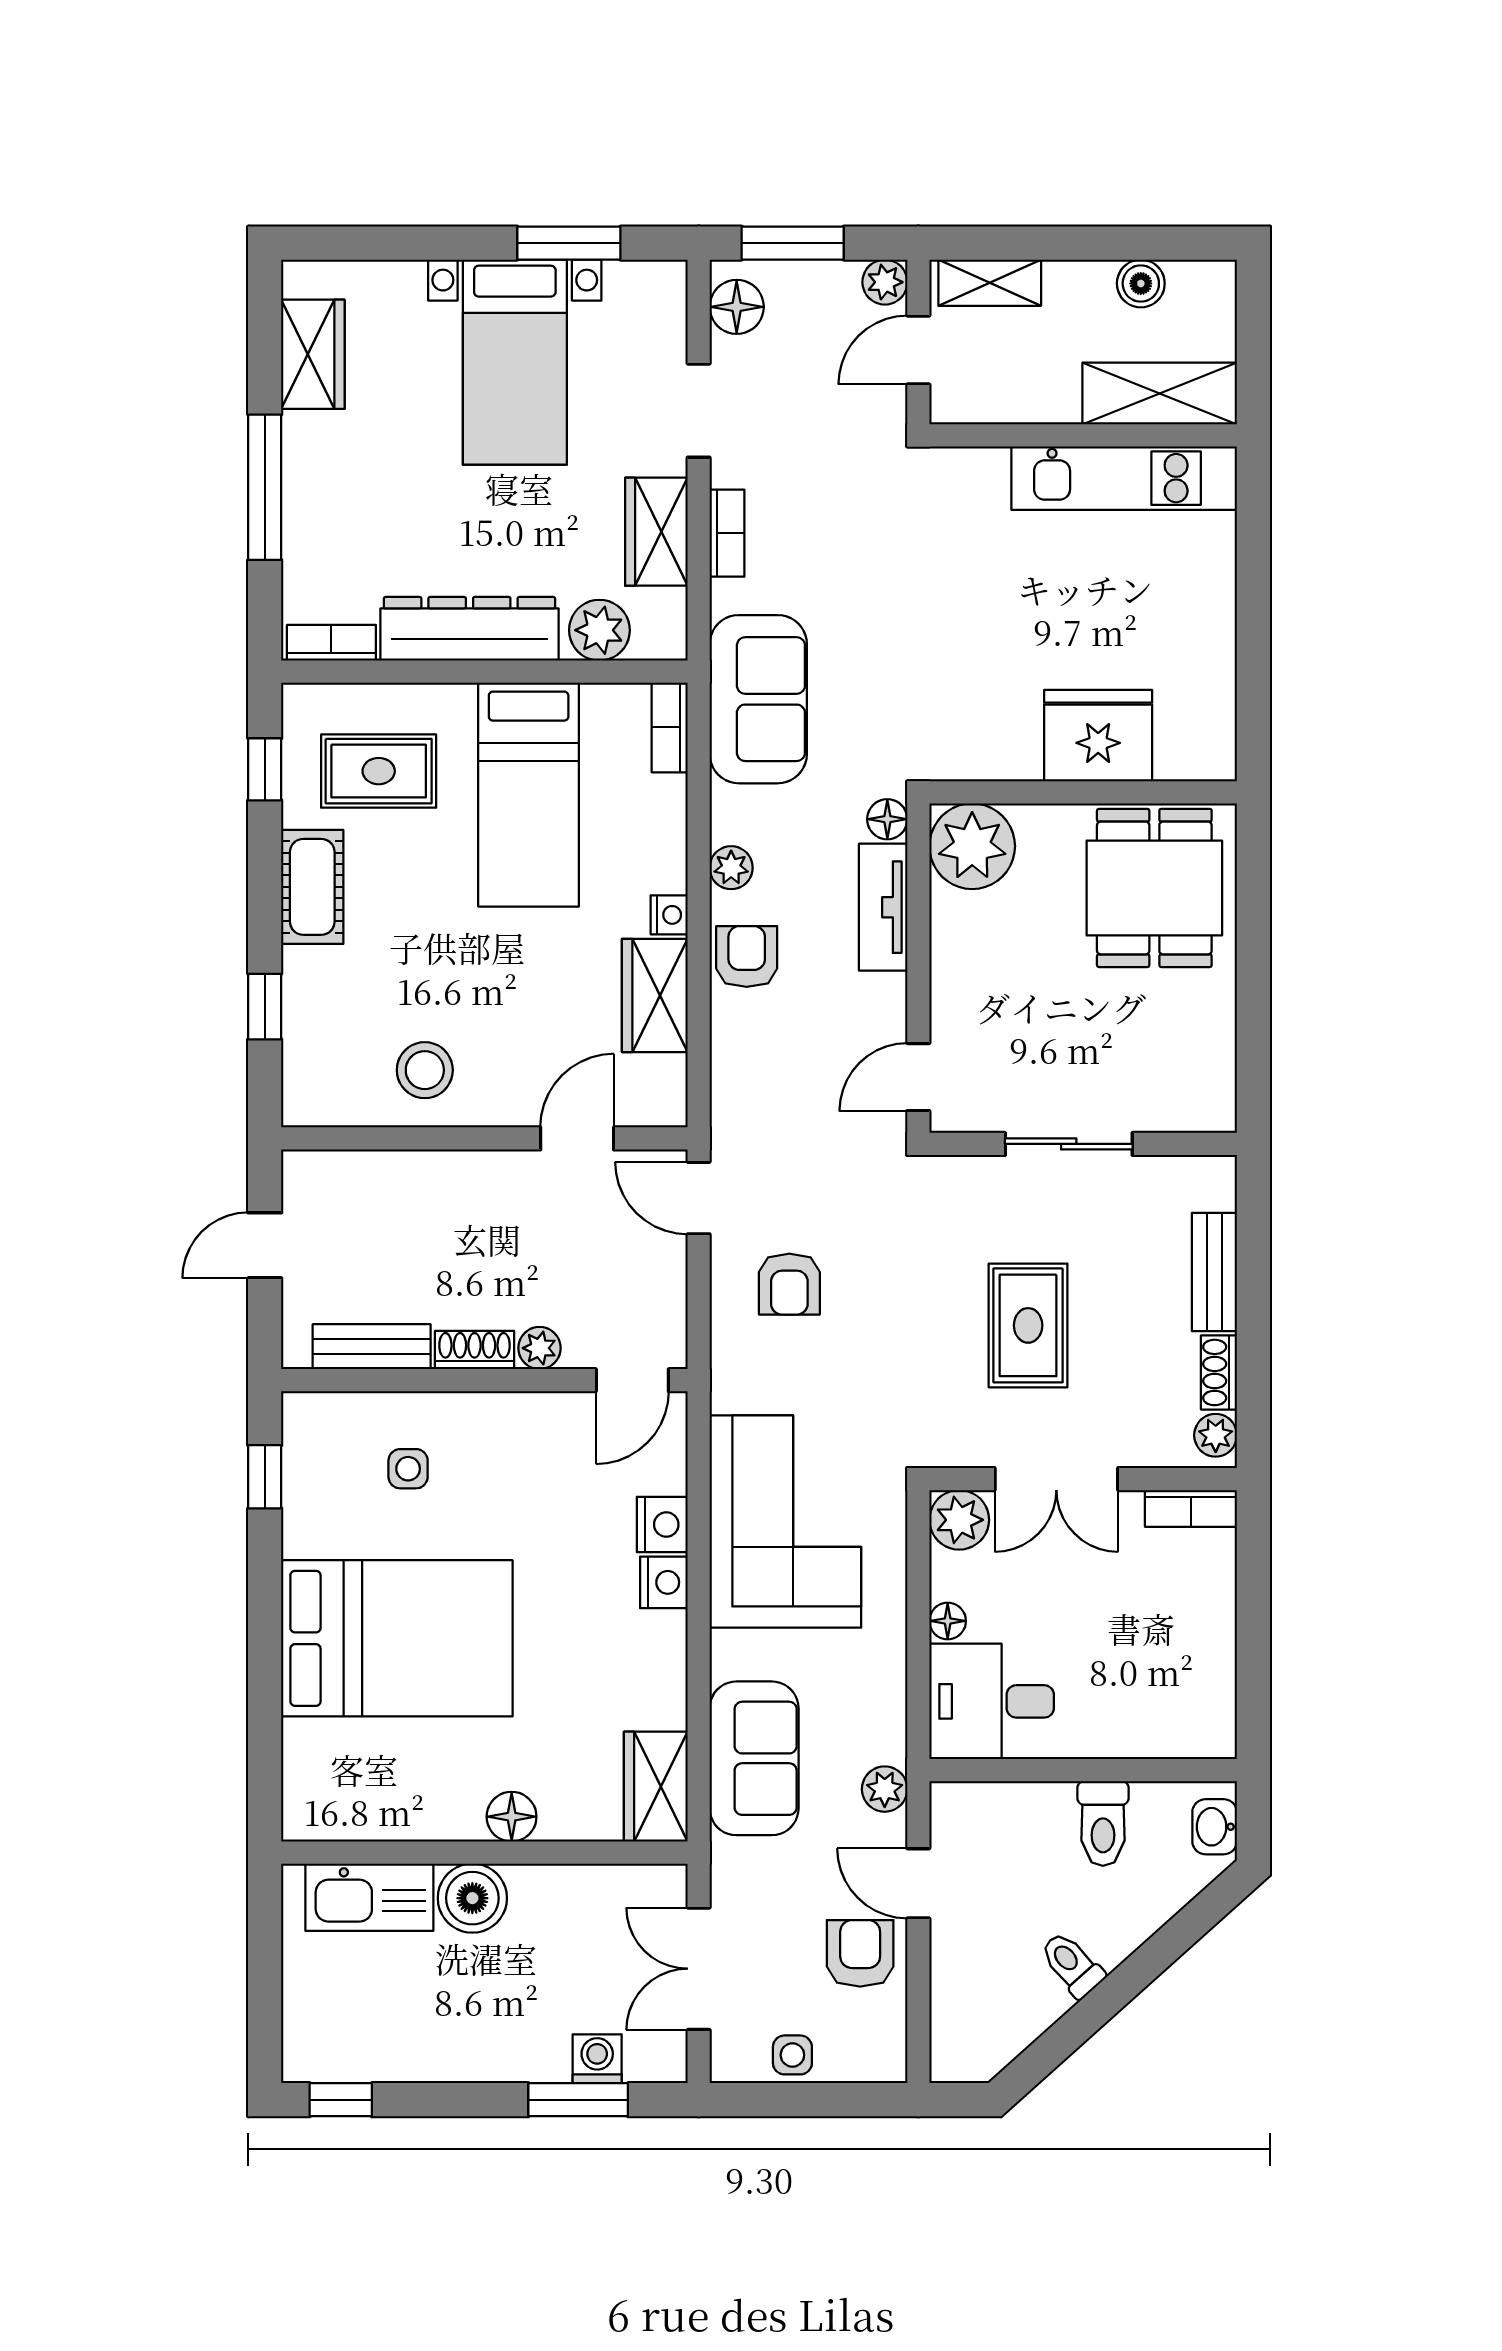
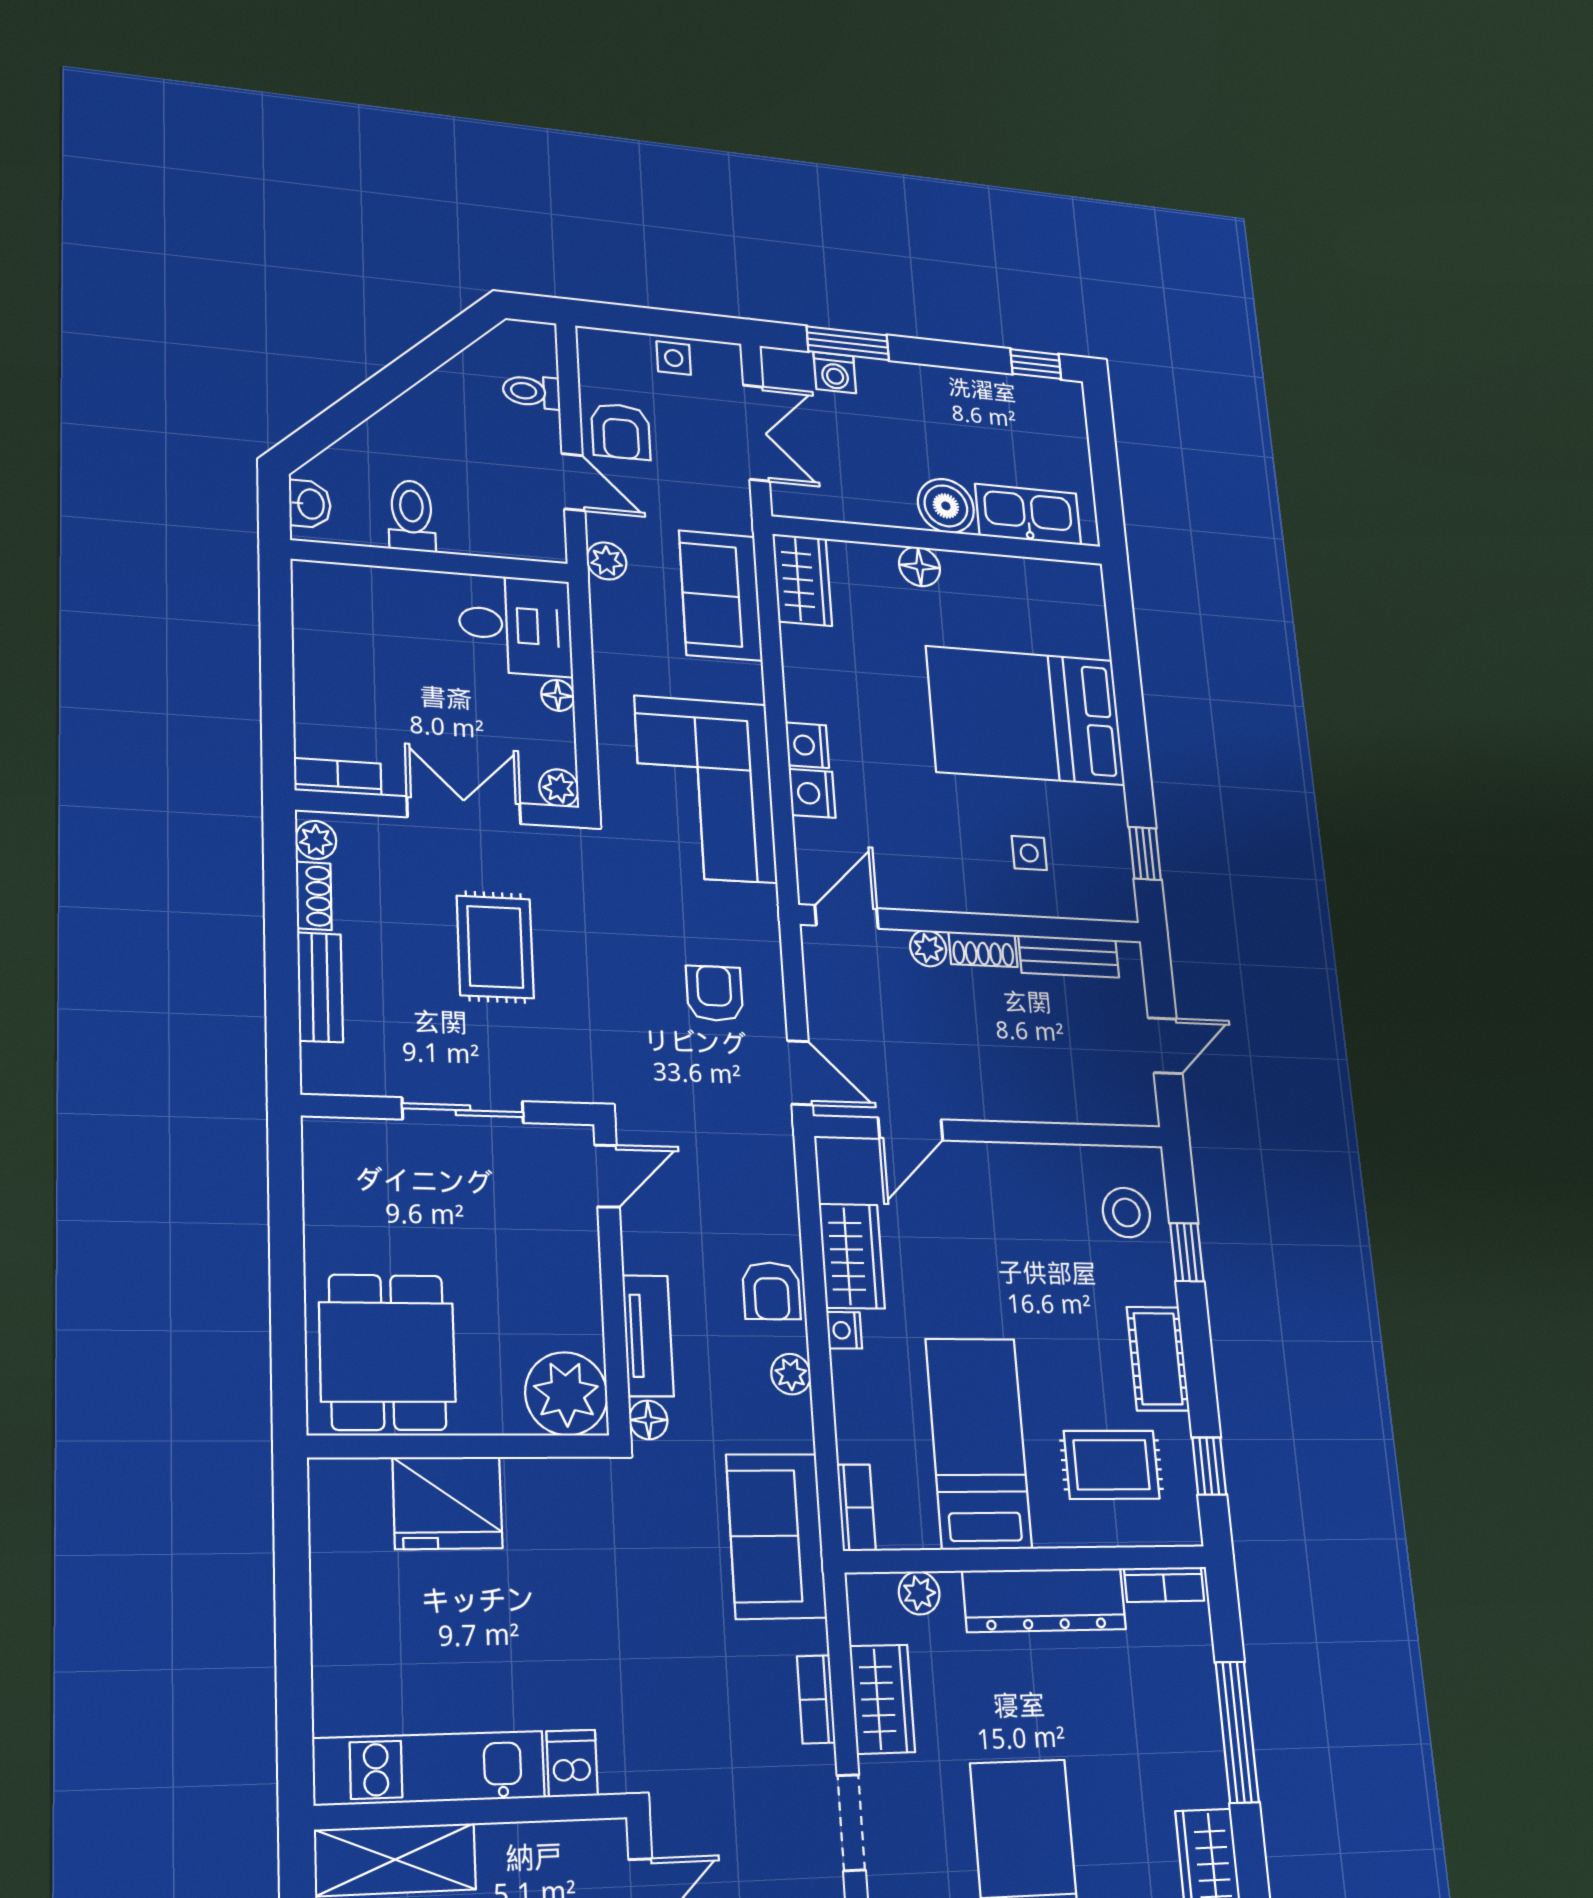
dishwasher: (983, 478) -> (572, 1763), added
plant: (599, 630) -> (919, 1593), width x0.73, depth x0.73
stool: (425, 1070) -> (1126, 1213), moved
plant: (959, 1520) -> (559, 788), width x0.73, depth x0.73
toilet: (1072, 1965) -> (531, 392), moved, turned 132

